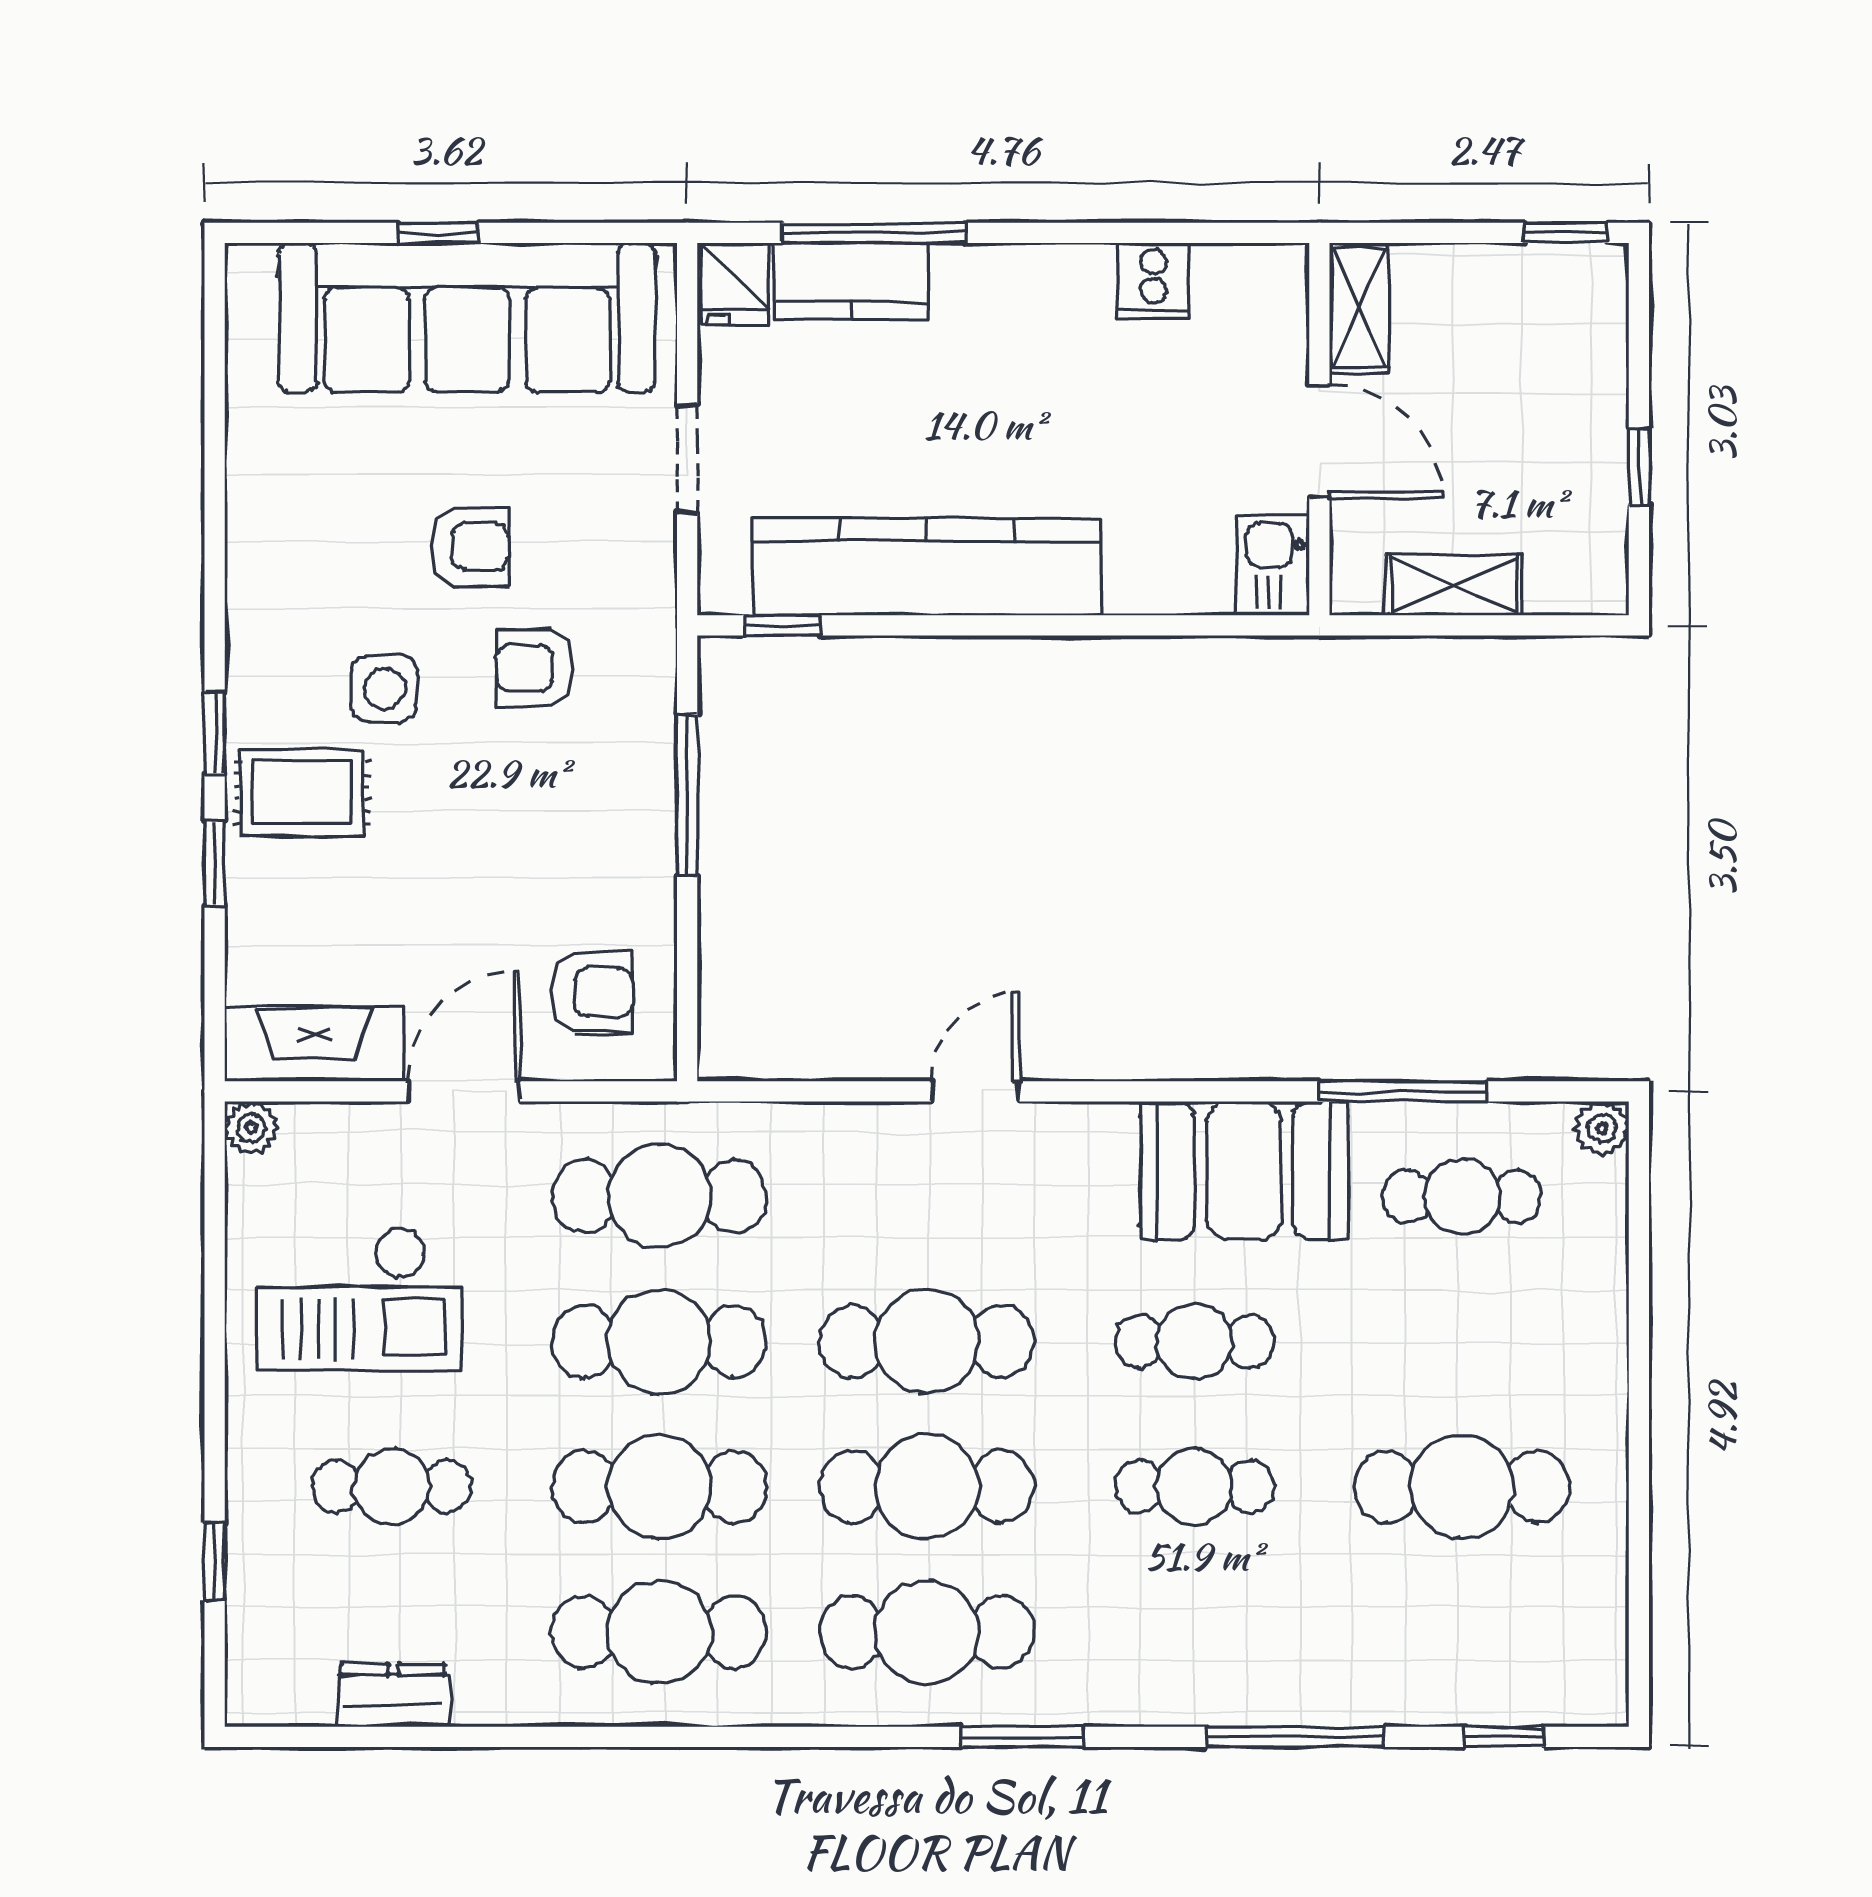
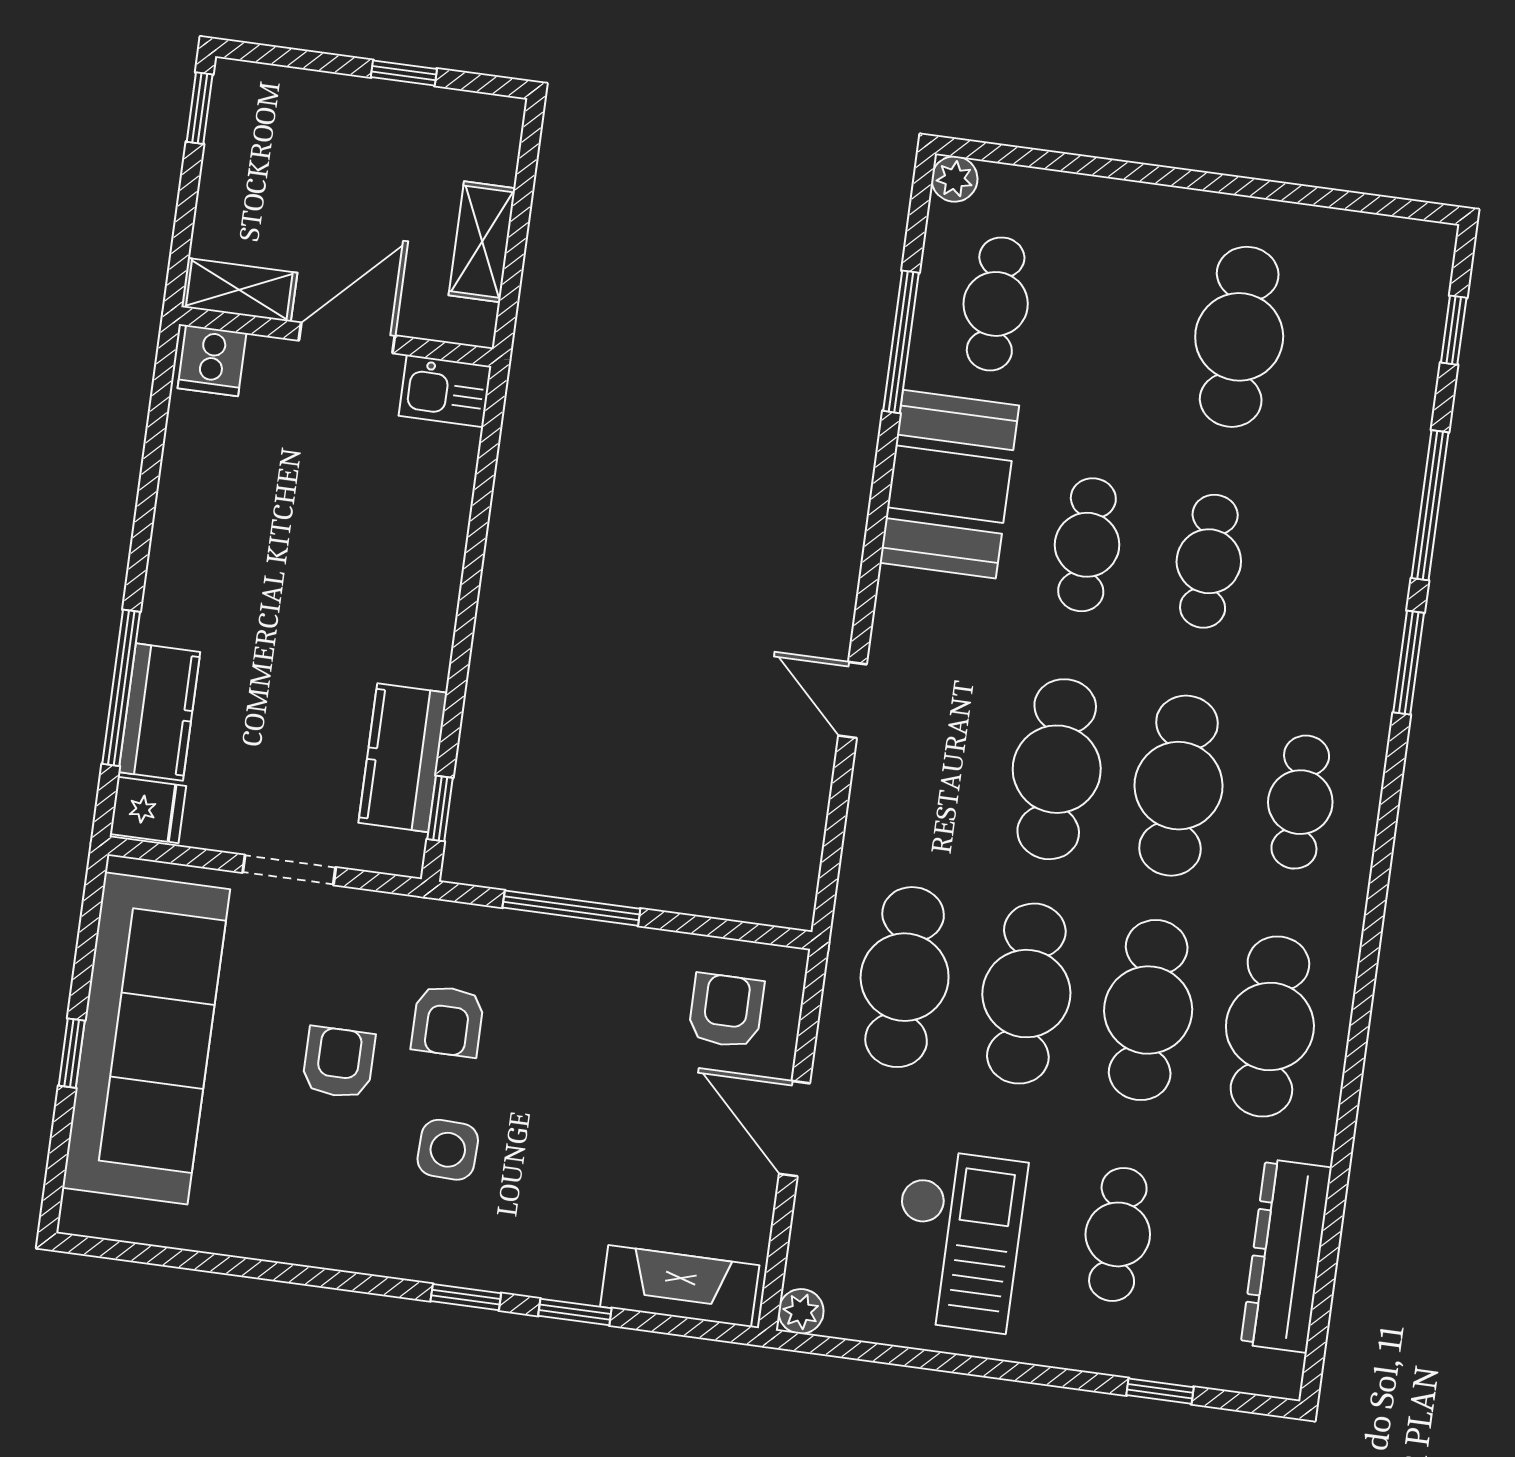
cooker: (1153, 281) -> (212, 361), moved, turned 90
kitchen counter: (927, 567) -> (403, 758), width x0.48, depth x0.86
rug: (302, 793) -> (526, 1231), removed
fireplace: (315, 1044) -> (680, 1286), moved, turned 90
cafe table: (927, 1632) -> (1300, 802), width x0.73, depth x0.74
dresser: (393, 1695) -> (1286, 1256), width x1.96, depth x1.24
window: (1022, 1737) -> (1409, 663), moved

